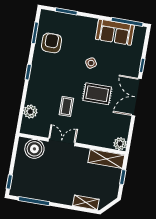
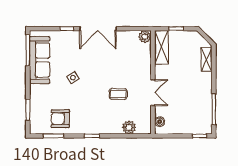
sofa: (115, 32) -> (40, 60), width x1.36
rug: (97, 94) -> (101, 67), removed
double door: (62, 142) -> (153, 93), swing flipped
boiler: (34, 149) -> (160, 122), width x0.54, depth x0.54

